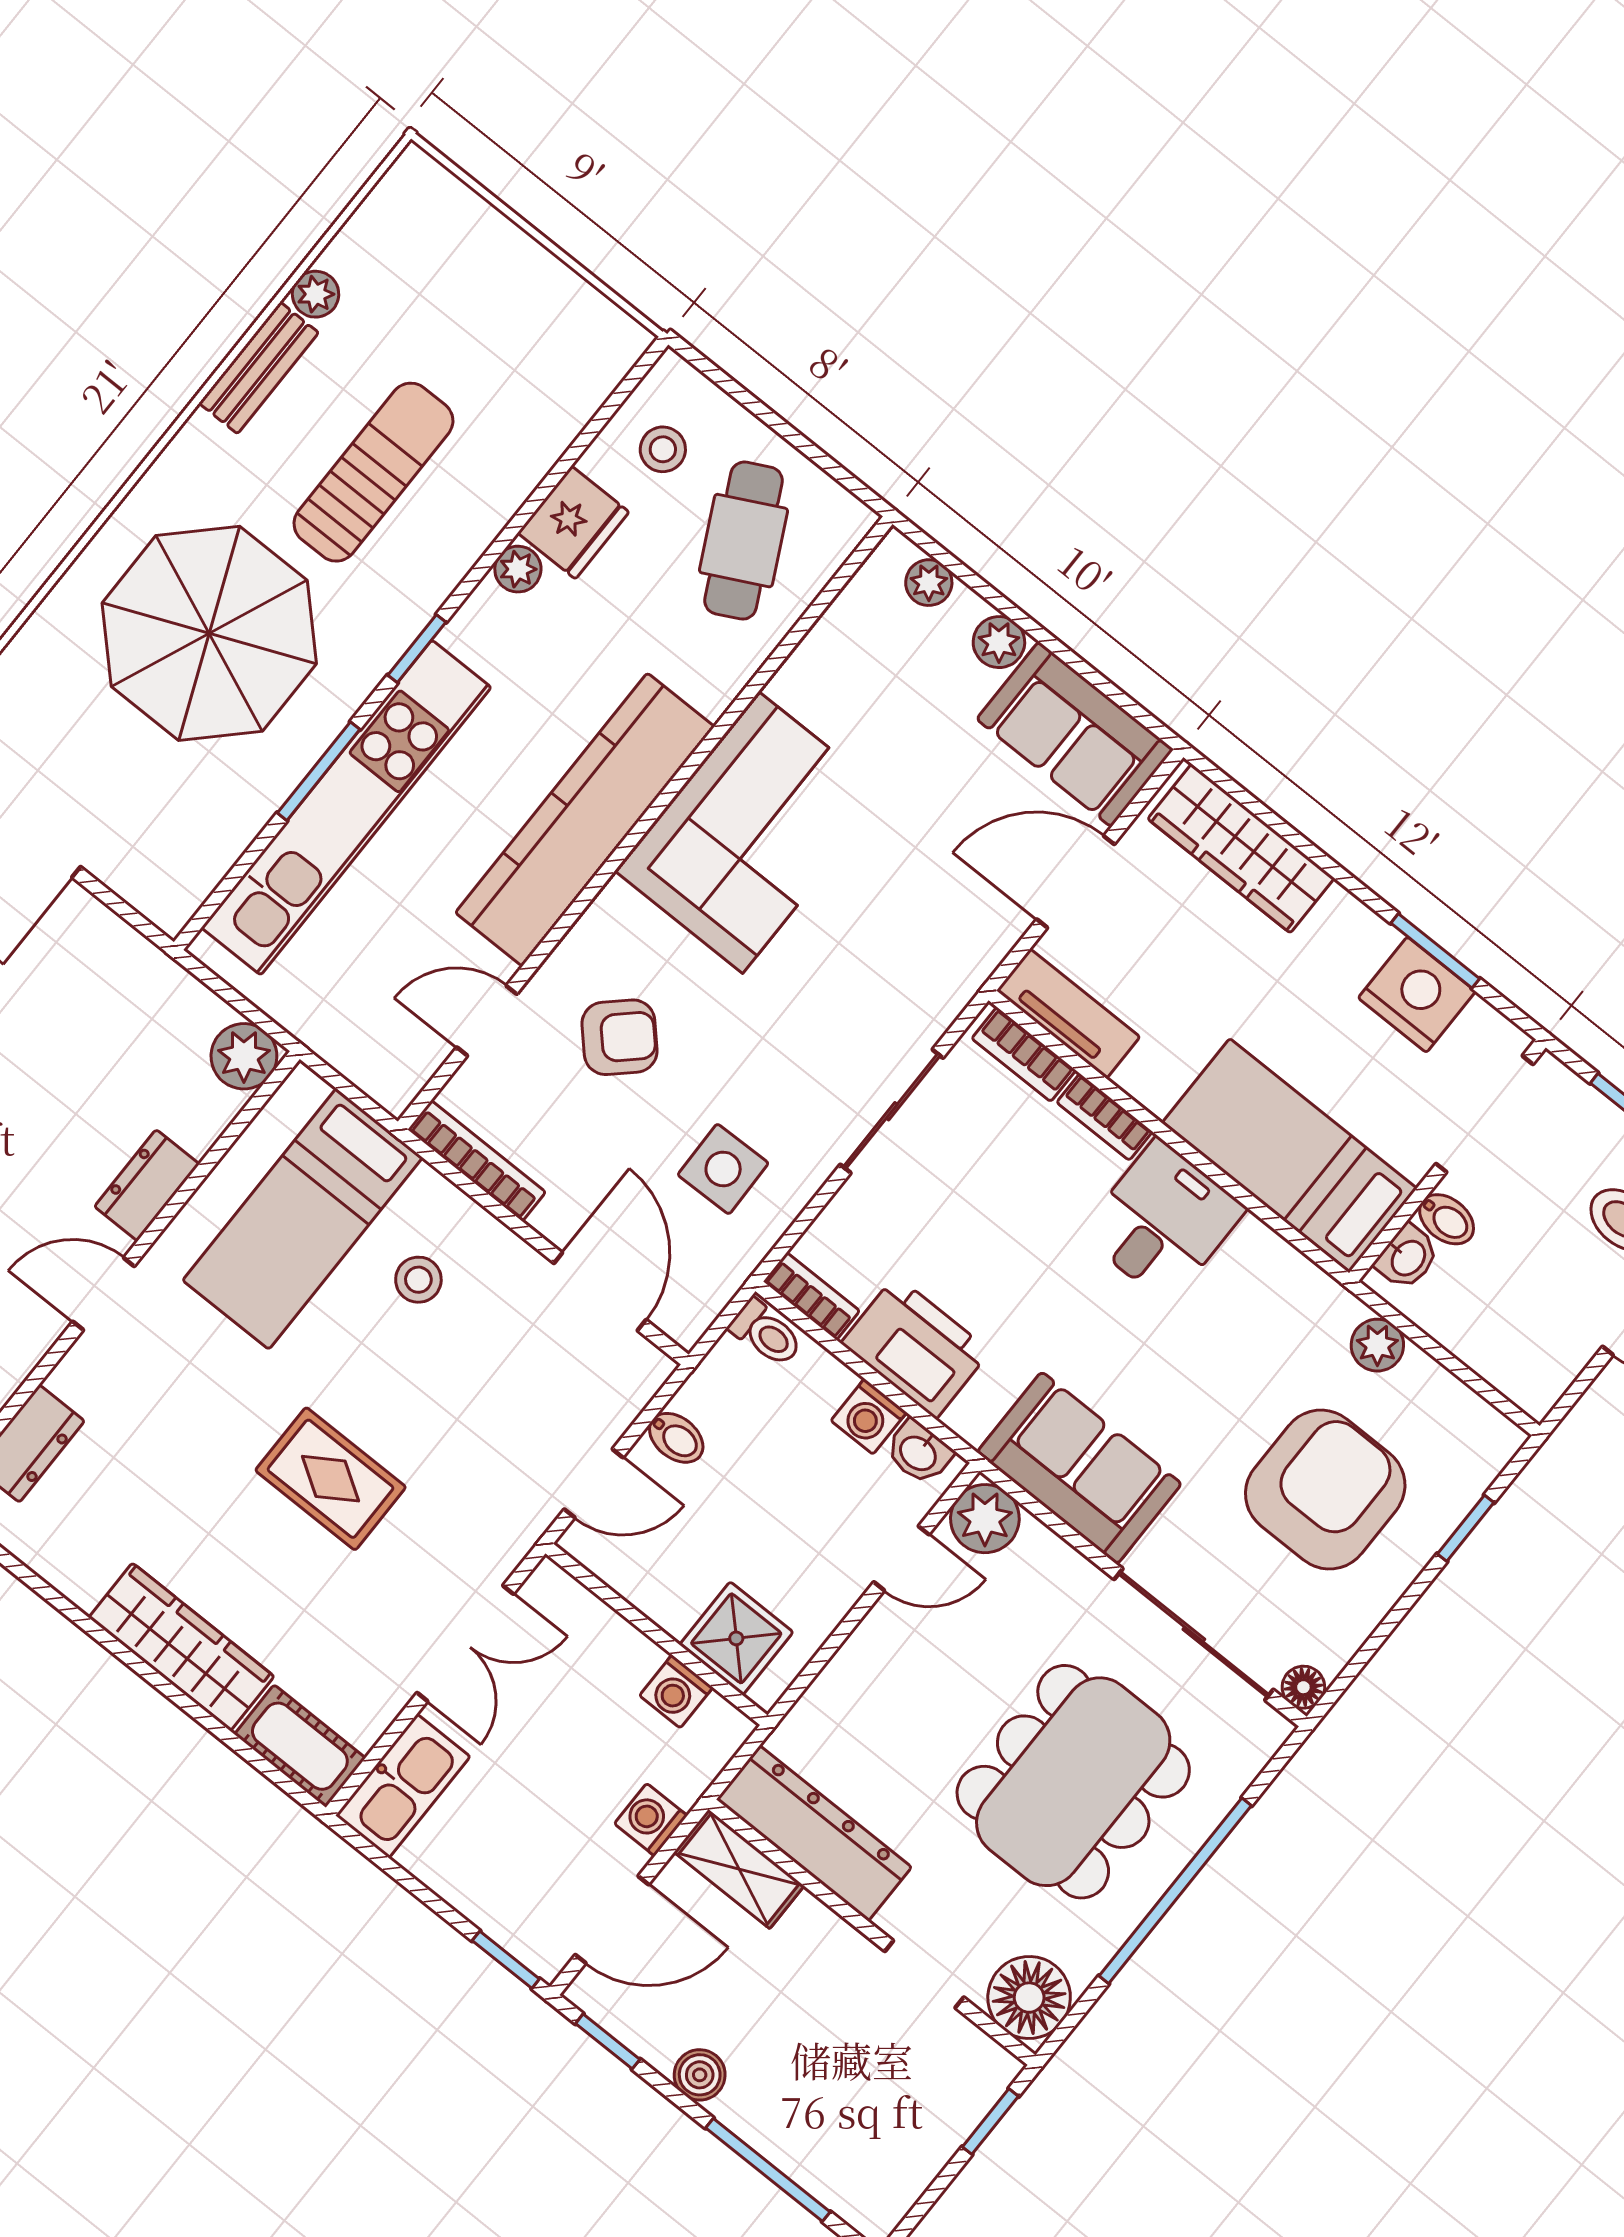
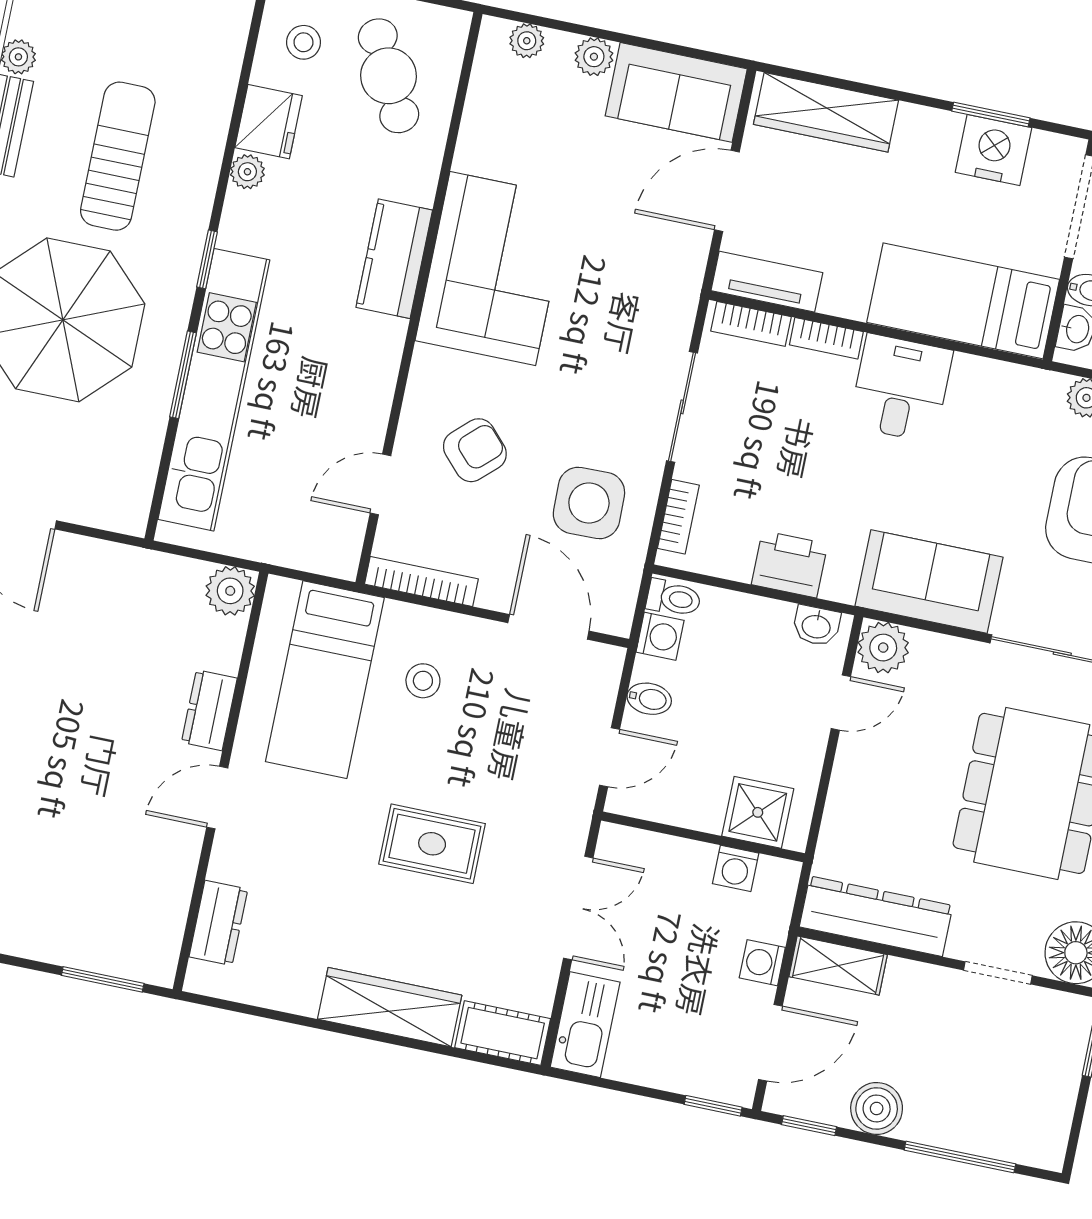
kitchen counter: (585, 820) -> (394, 259), width x0.48, depth x0.86
side table: (723, 1169) -> (589, 503), width x1.37, depth x1.37
bookcase: (811, 1296) -> (678, 517), moved, turned 90
printer: (916, 1347) -> (790, 564), width x0.73, depth x0.84
washing machine: (869, 1416) -> (660, 636), moved, turned -90
boiler: (700, 2075) -> (877, 1108), width x1.36, depth x1.36

